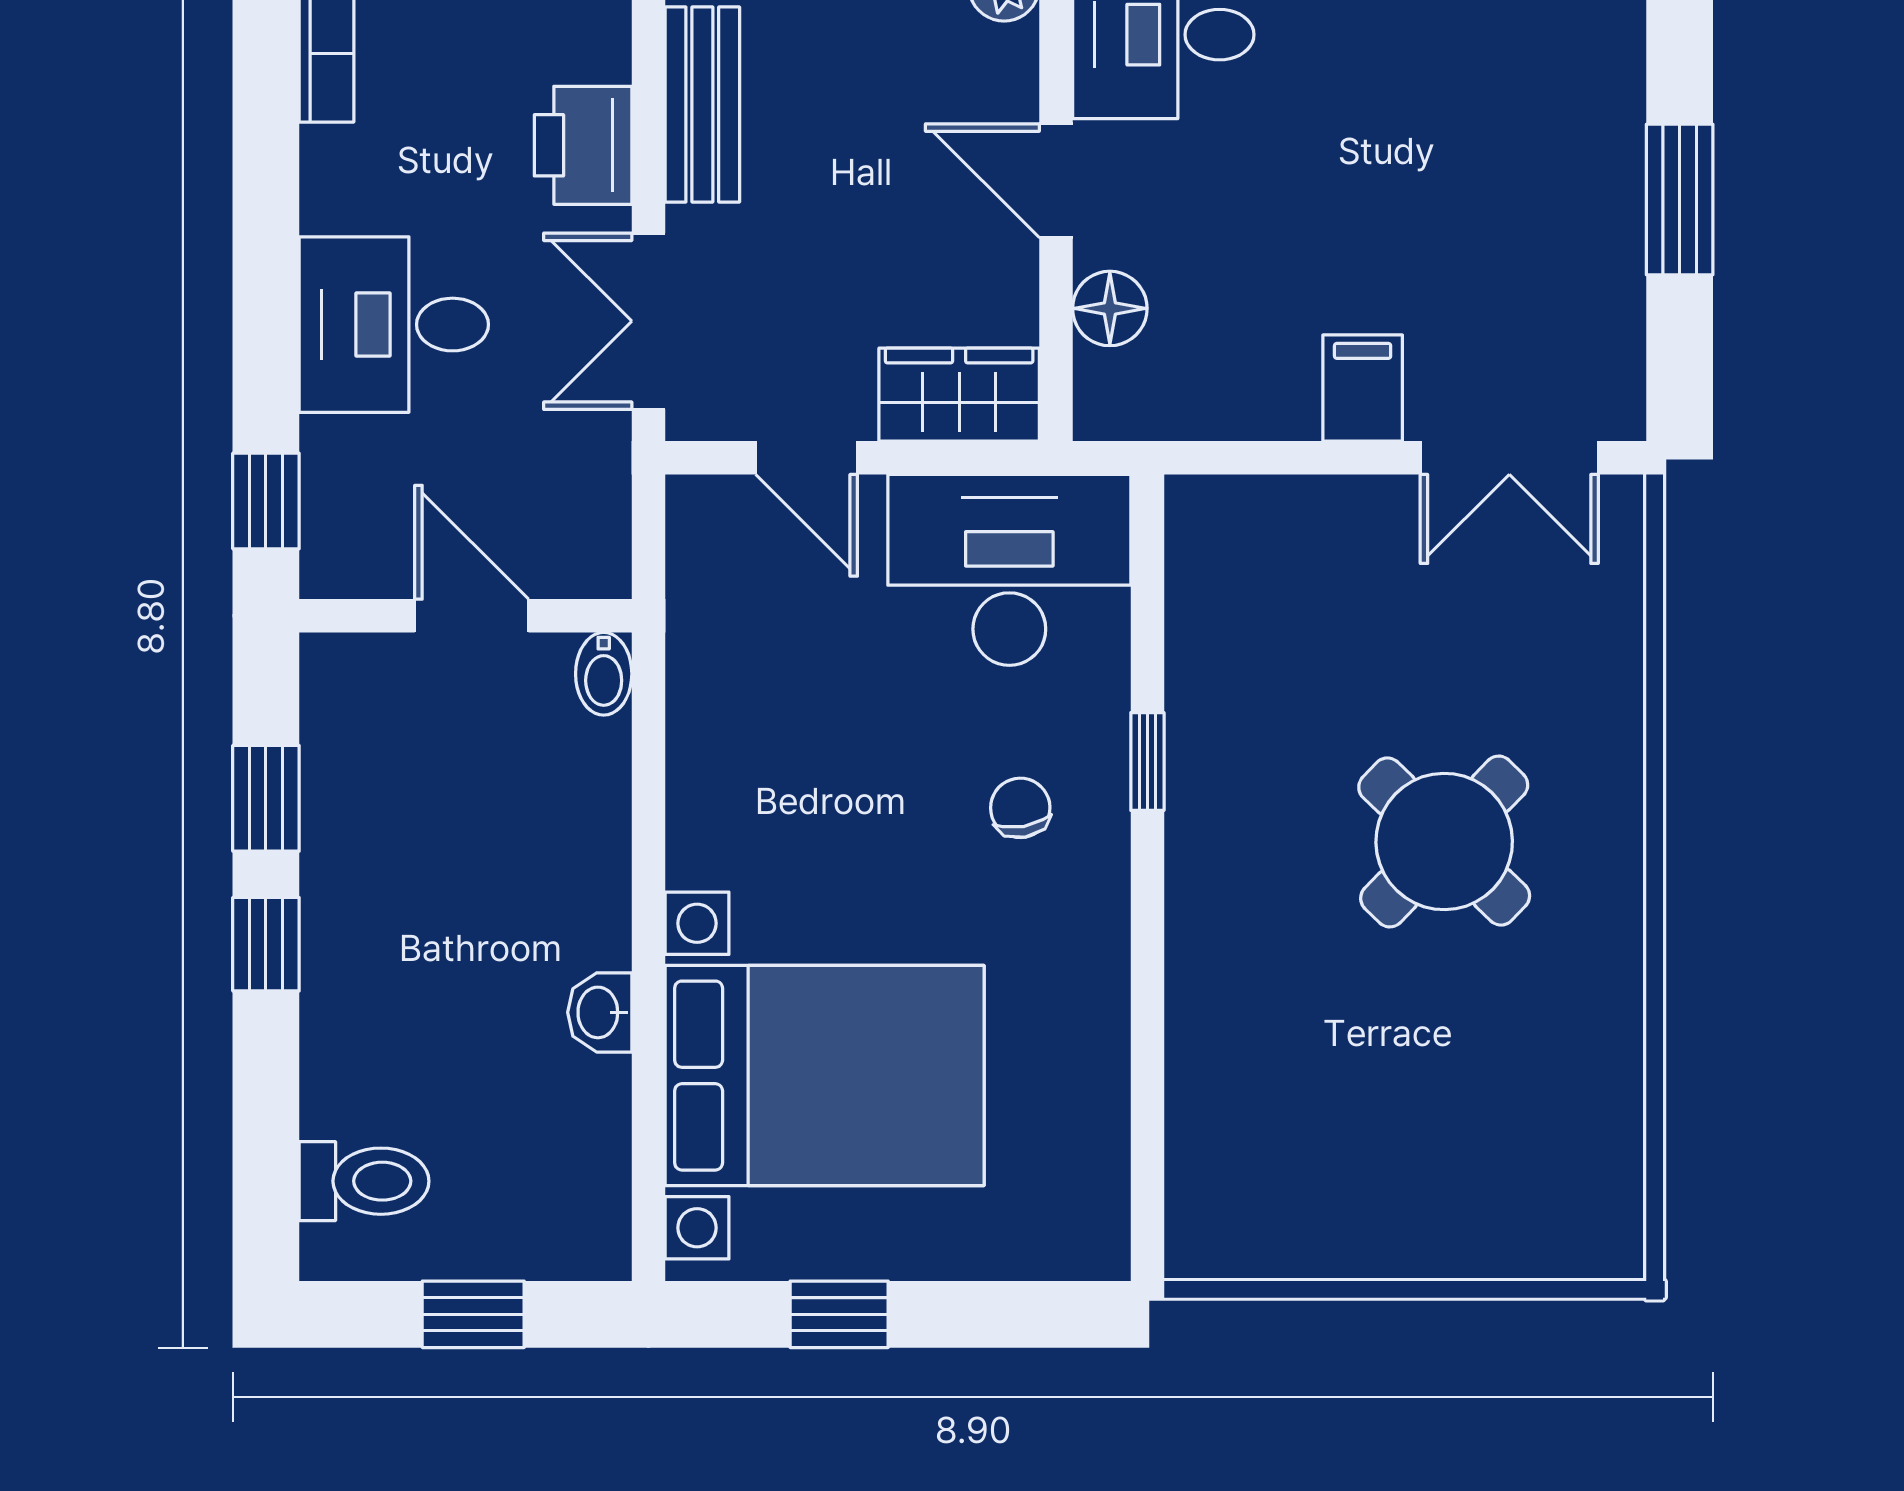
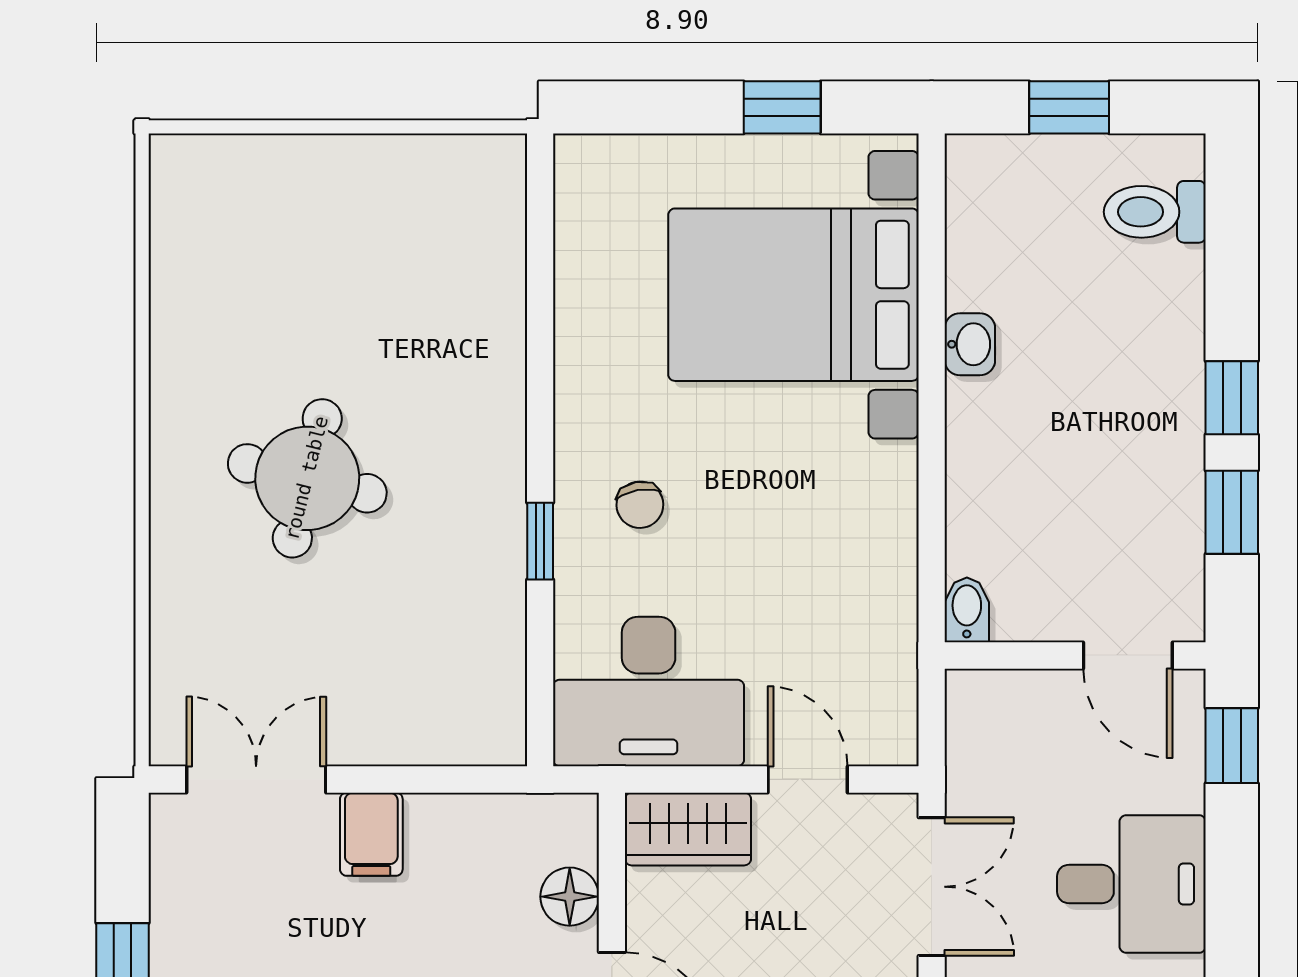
door: (472, 616) -> (1128, 655), moved
round table: (1444, 841) -> (307, 478), turned -30

